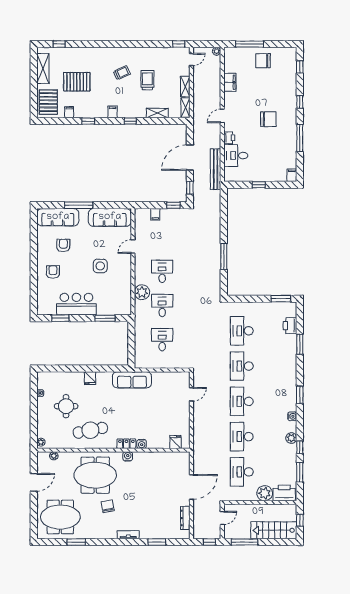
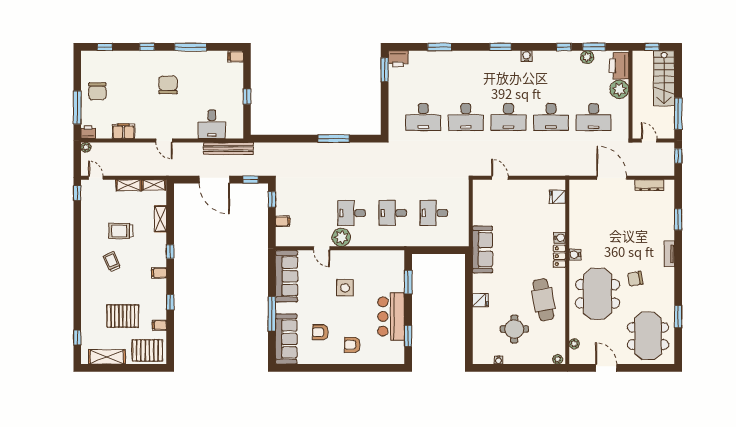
pallet: (77, 82) -> (123, 316), turned 90
printer: (229, 138) -> (88, 132), moved
plant: (142, 292) -> (341, 237), moved
printer: (290, 326) -> (398, 59), moved
plant: (291, 438) -> (587, 57), moved

